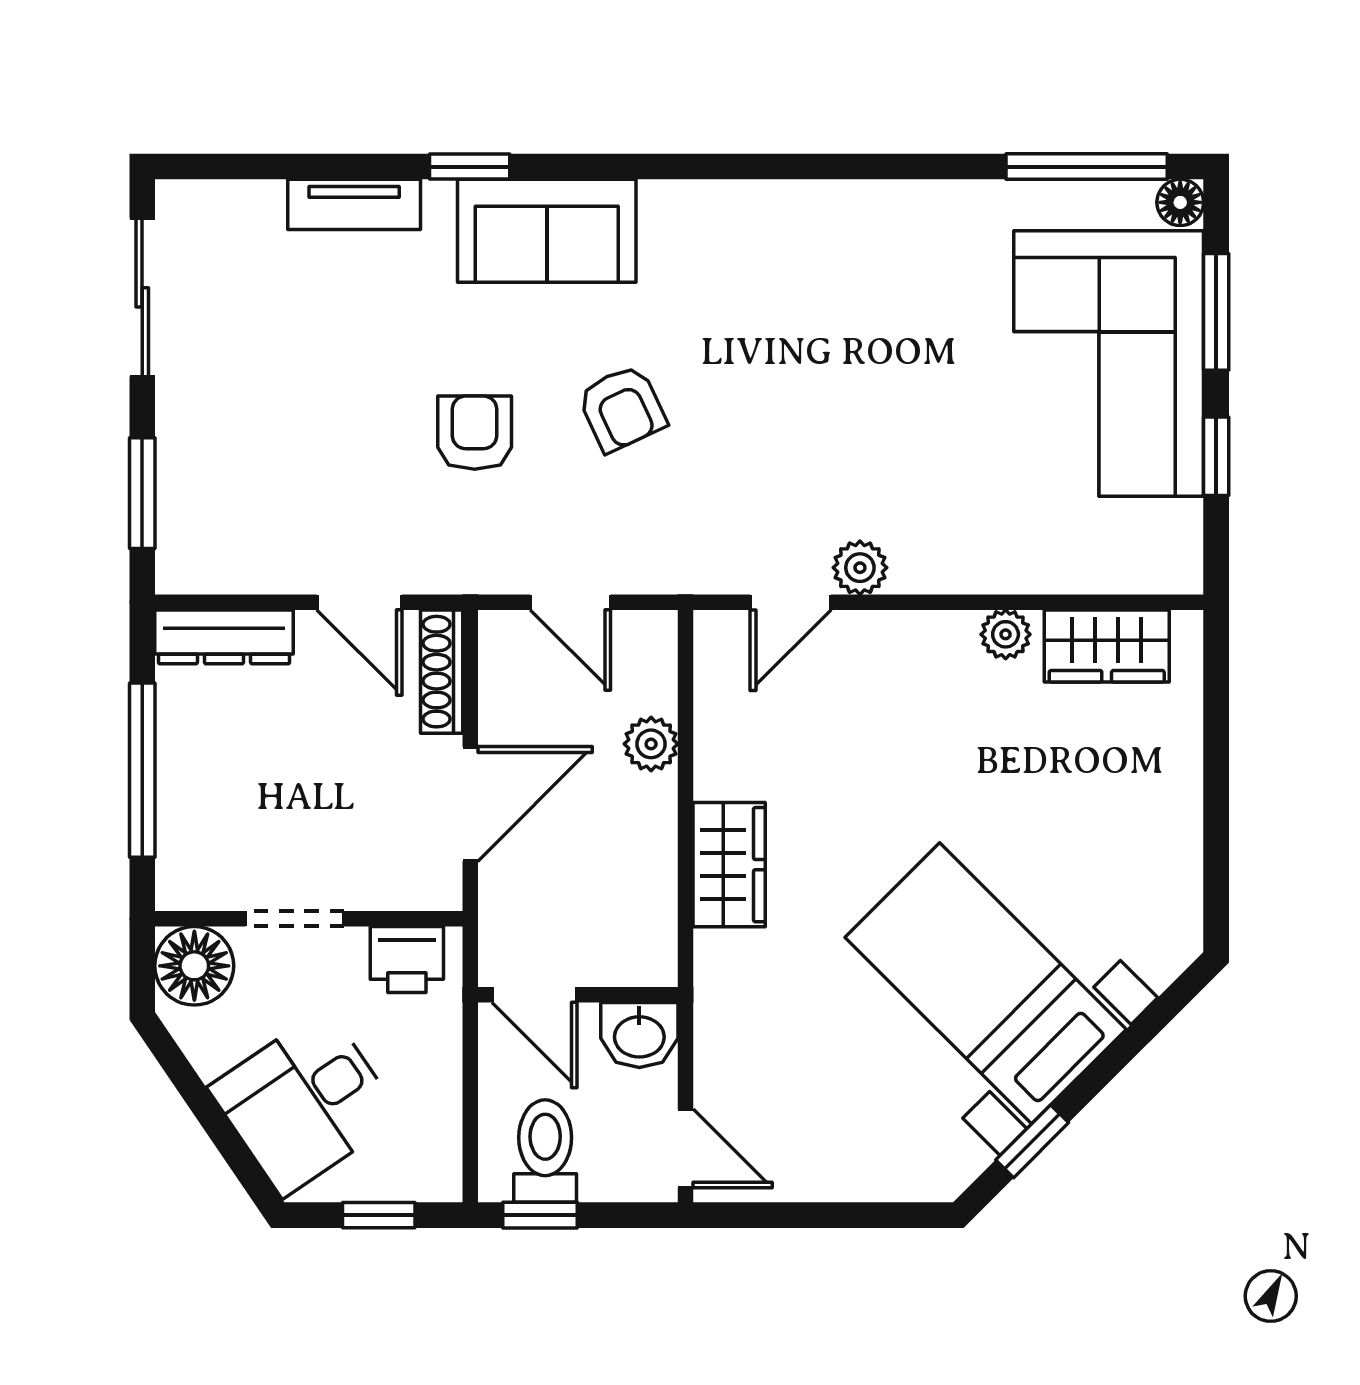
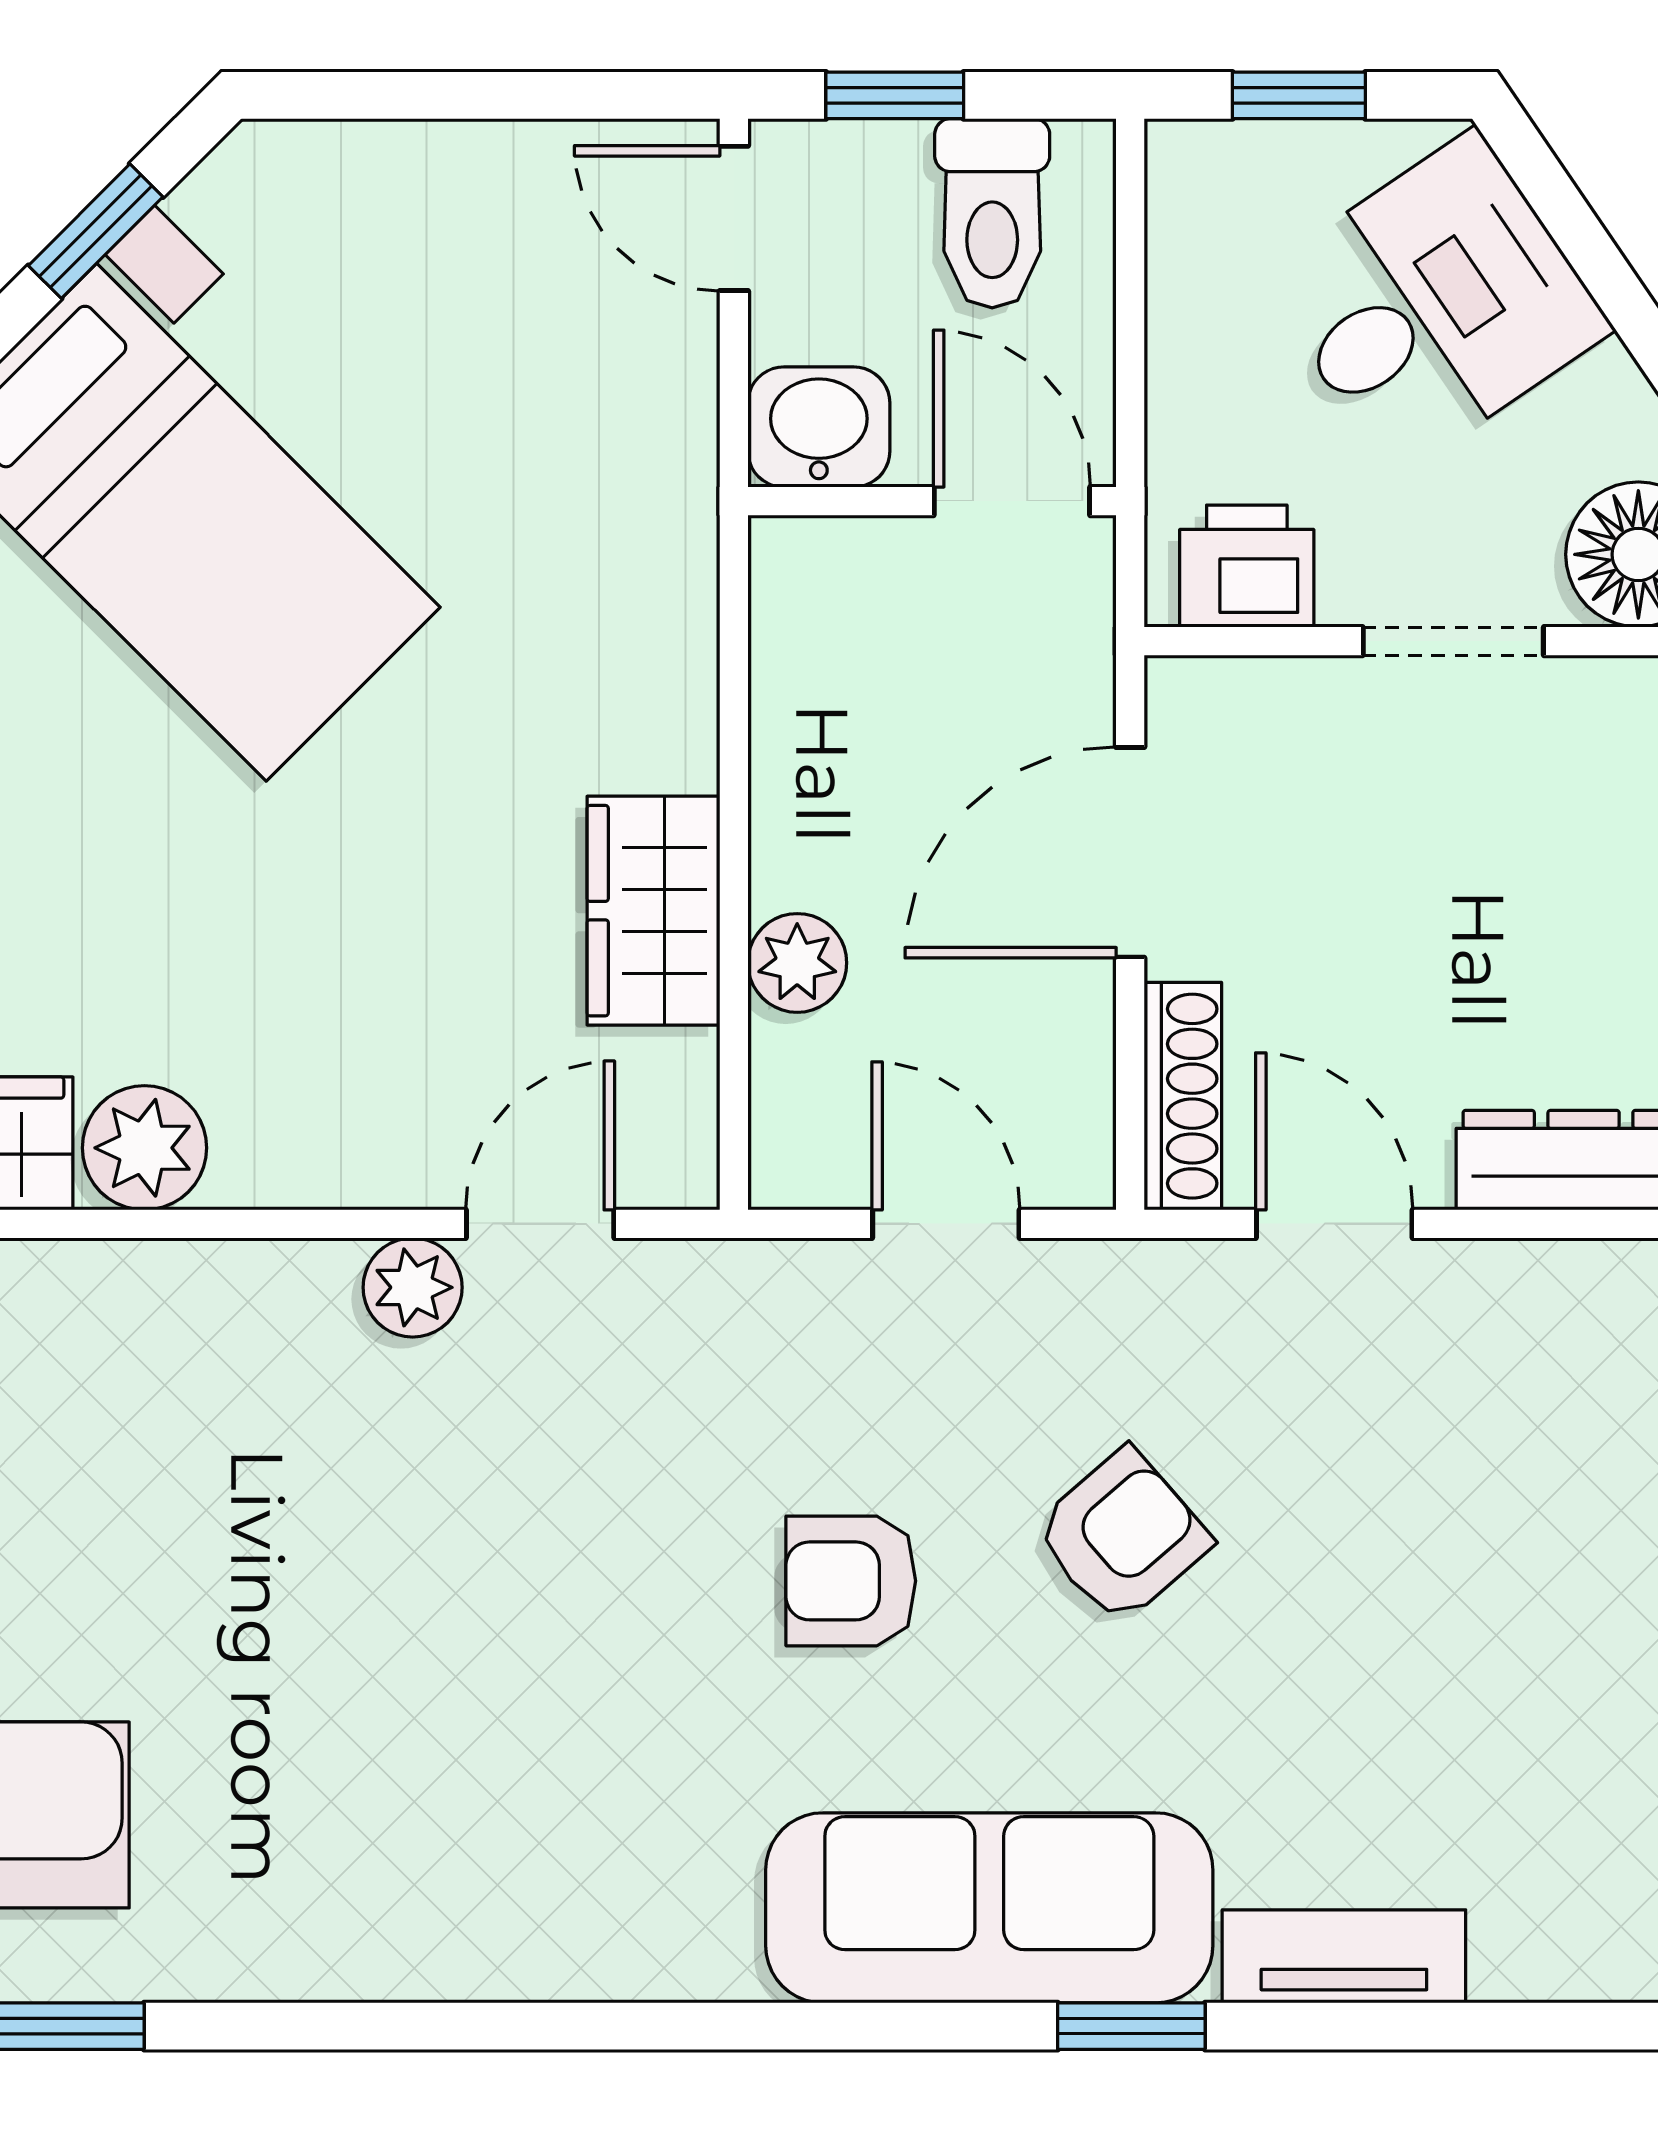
sofa: (547, 231) -> (989, 1908), width x1.36
armchair: (622, 408) -> (851, 1581), turned -65
armchair: (475, 433) -> (1122, 1536), turned -131
plant: (1006, 634) -> (144, 1148), width x1.38, depth x1.38
wardrobe: (729, 865) -> (653, 911), moved
window: (540, 1215) -> (895, 95), moved

